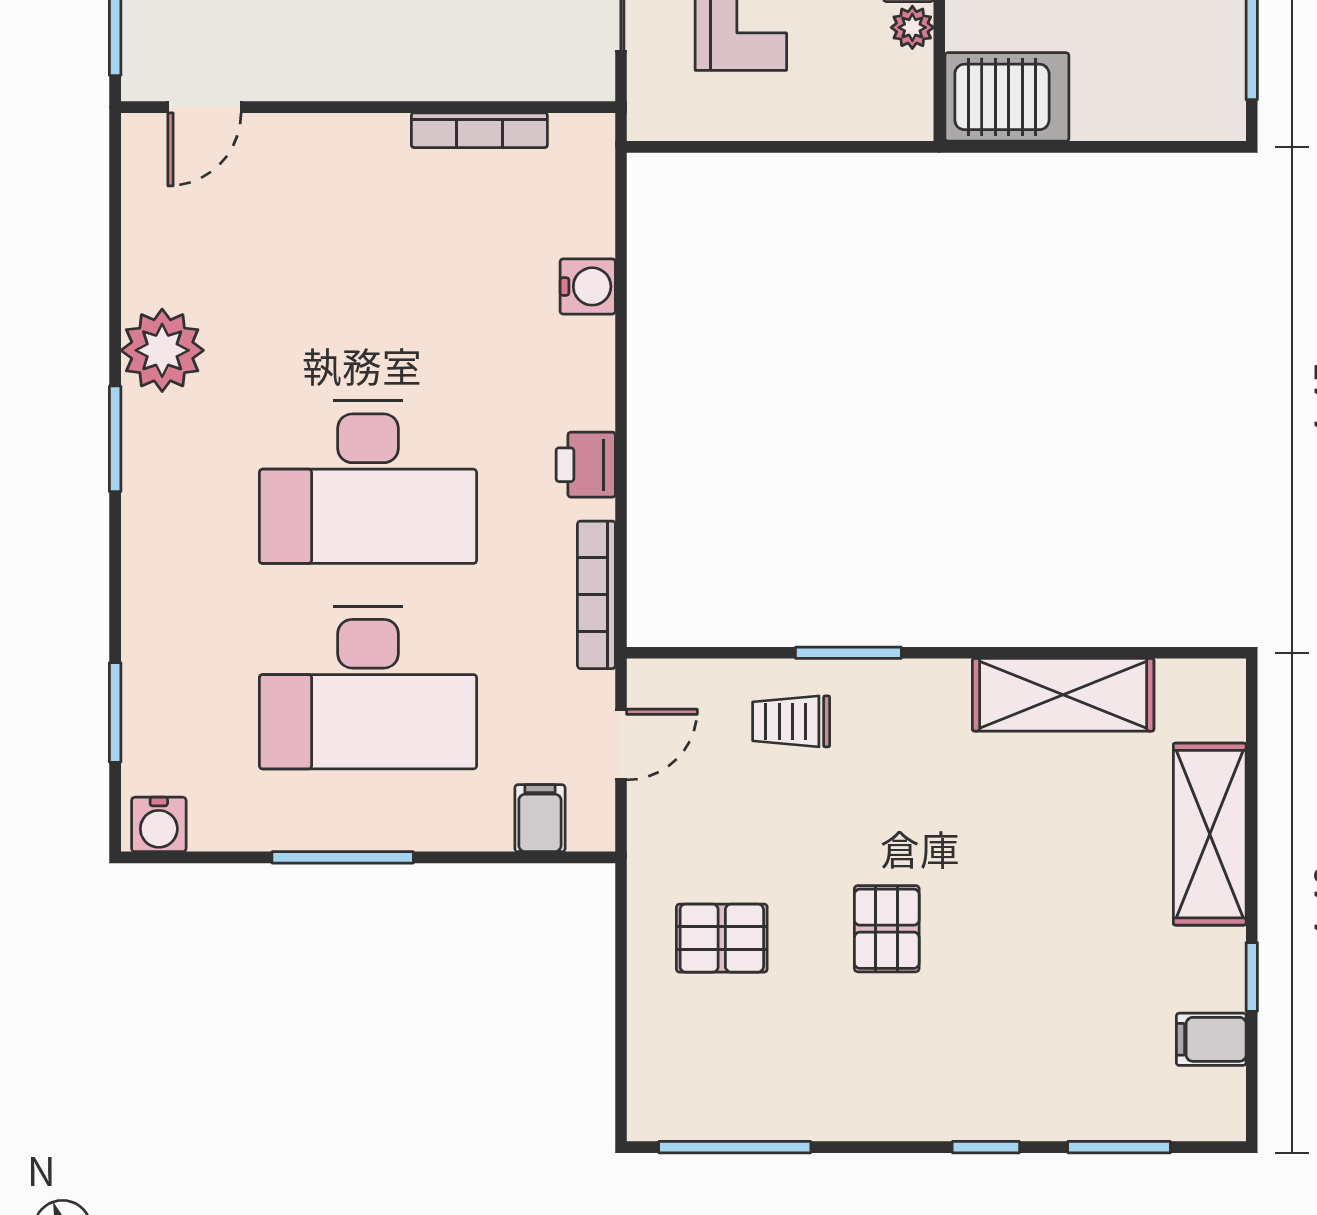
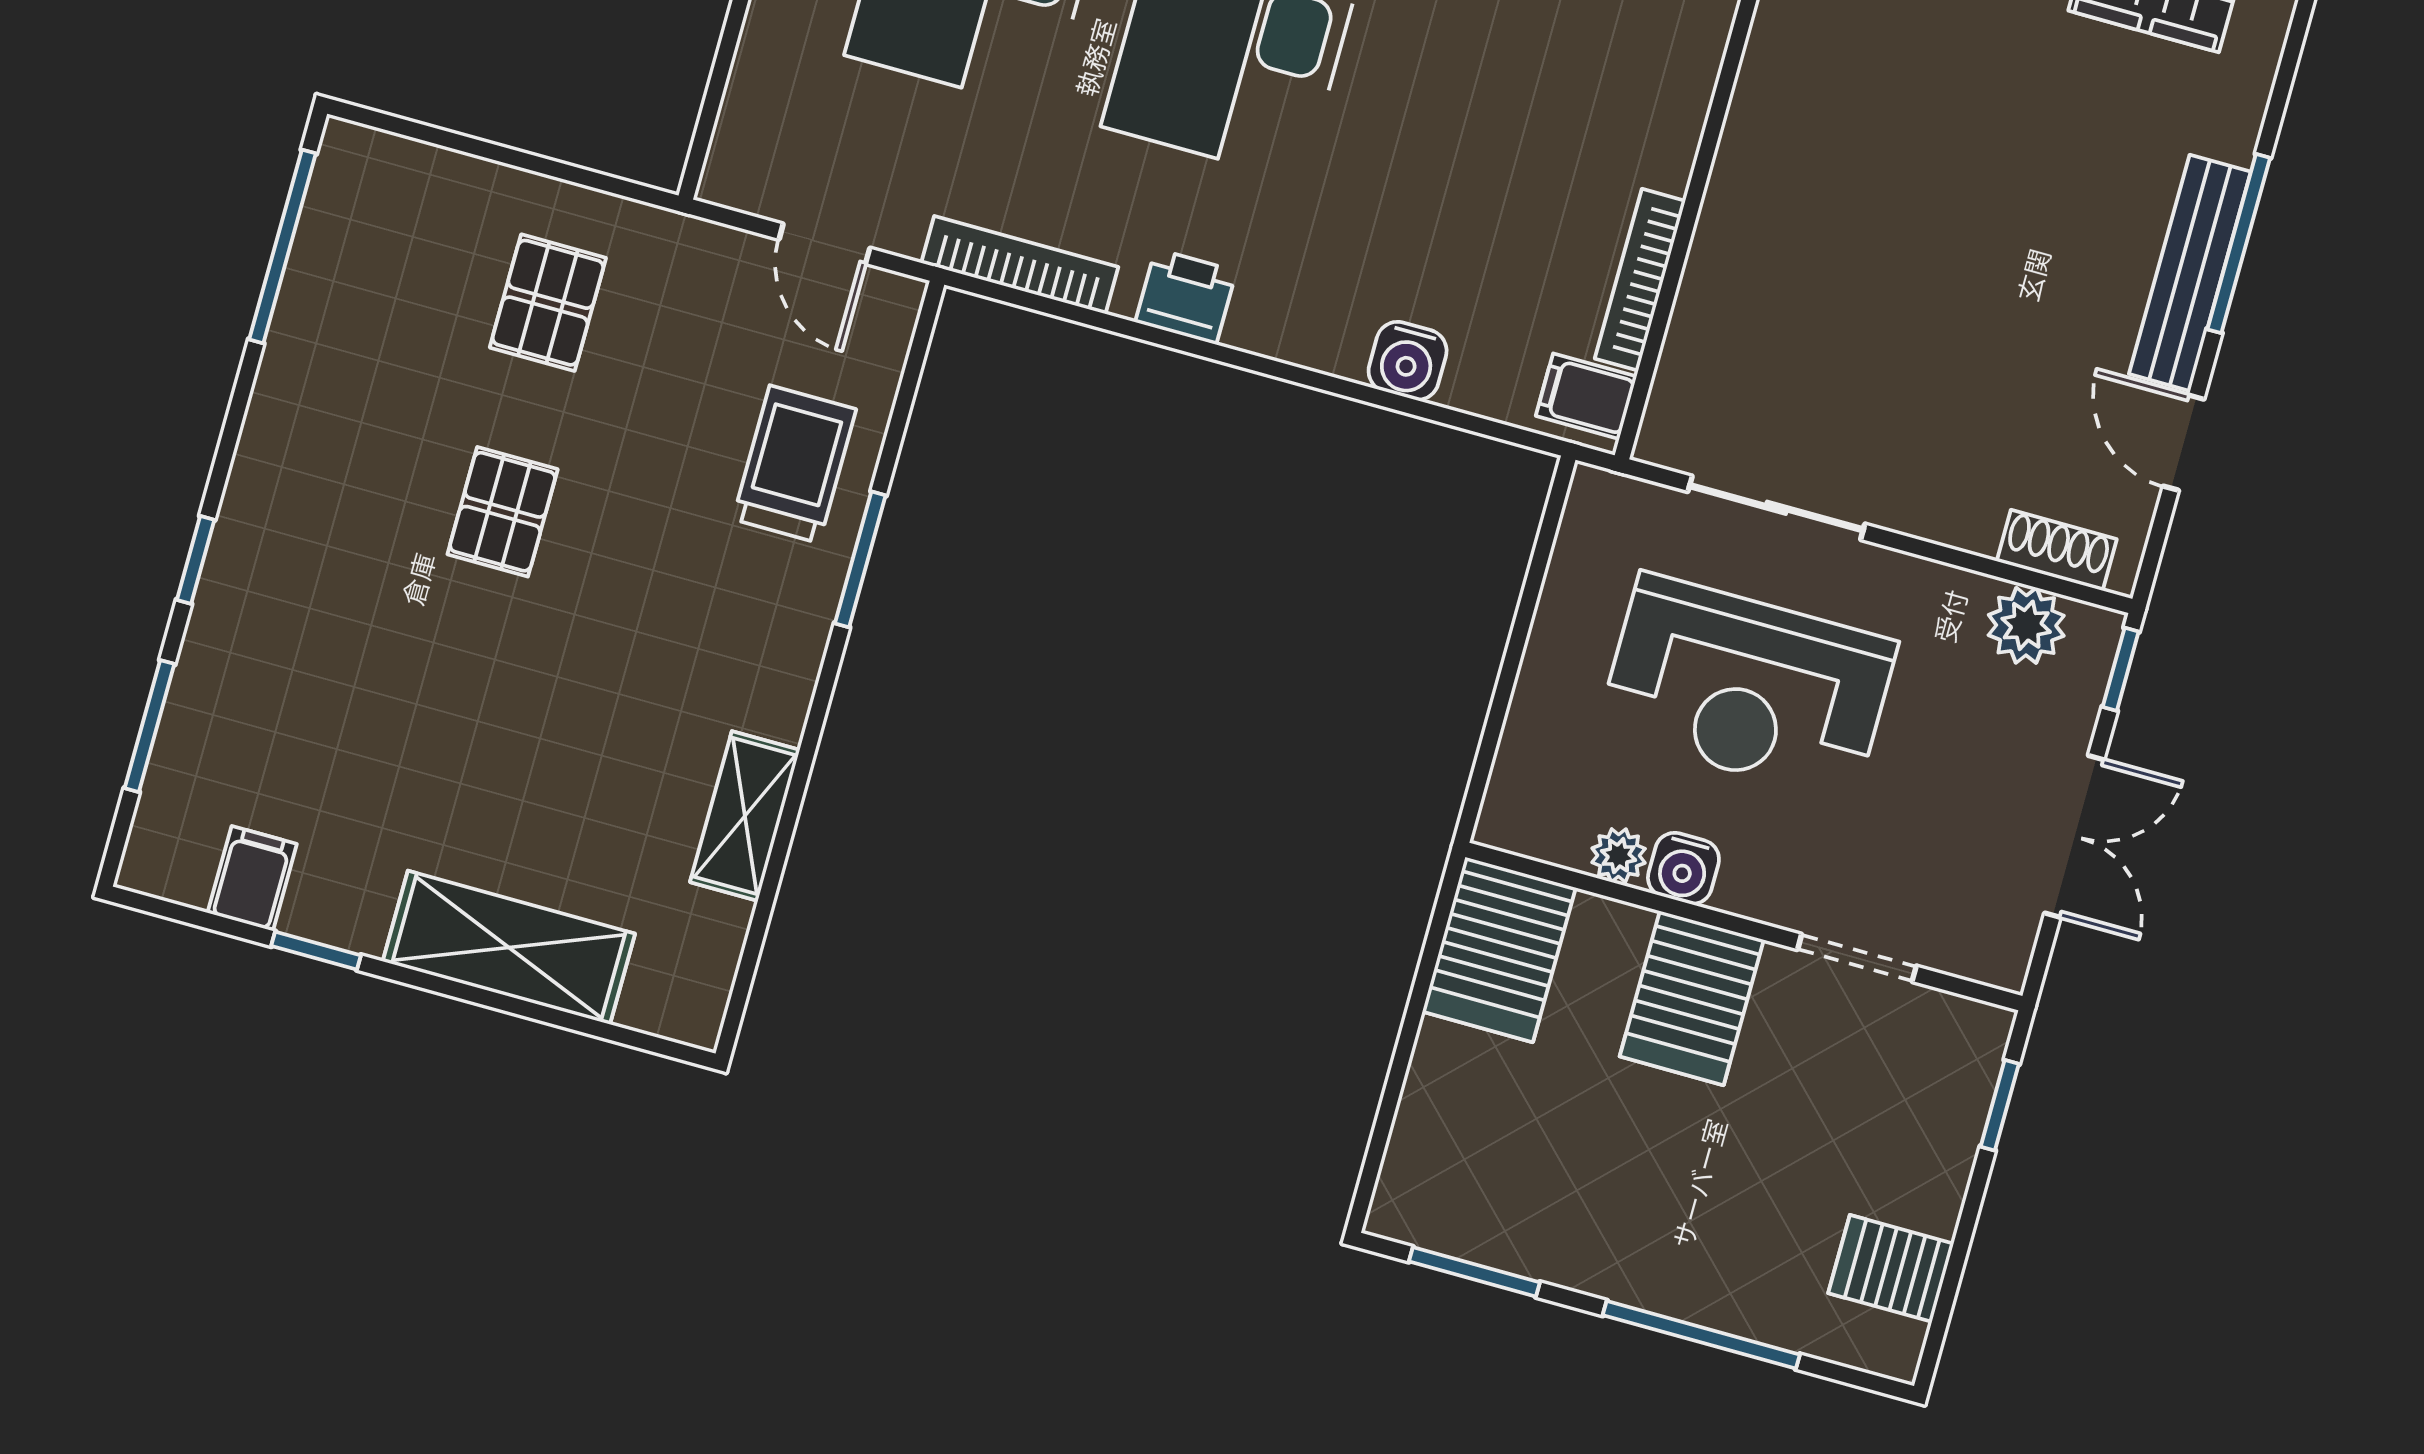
shelving: (1063, 695) -> (745, 816), width x0.67, depth x0.75
trolley: (791, 721) -> (794, 464), width x1.36, depth x1.39
filing cabinet: (540, 818) -> (1586, 396), moved, turned 180
pallet: (887, 929) -> (503, 512), turned 90

